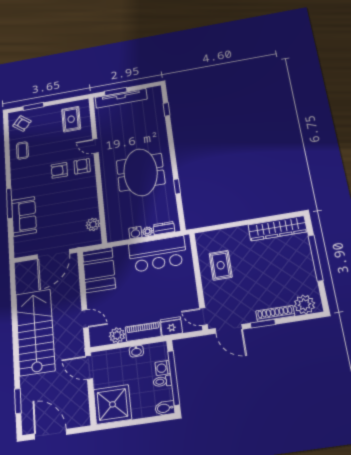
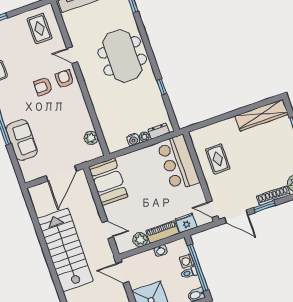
meeting table: (141, 172) -> (122, 56), moved
bar counter: (158, 254) -> (178, 163), moved, turned 90

